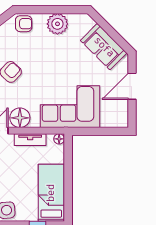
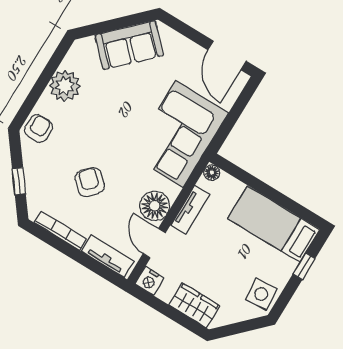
door: (132, 86) -> (227, 55), moved

